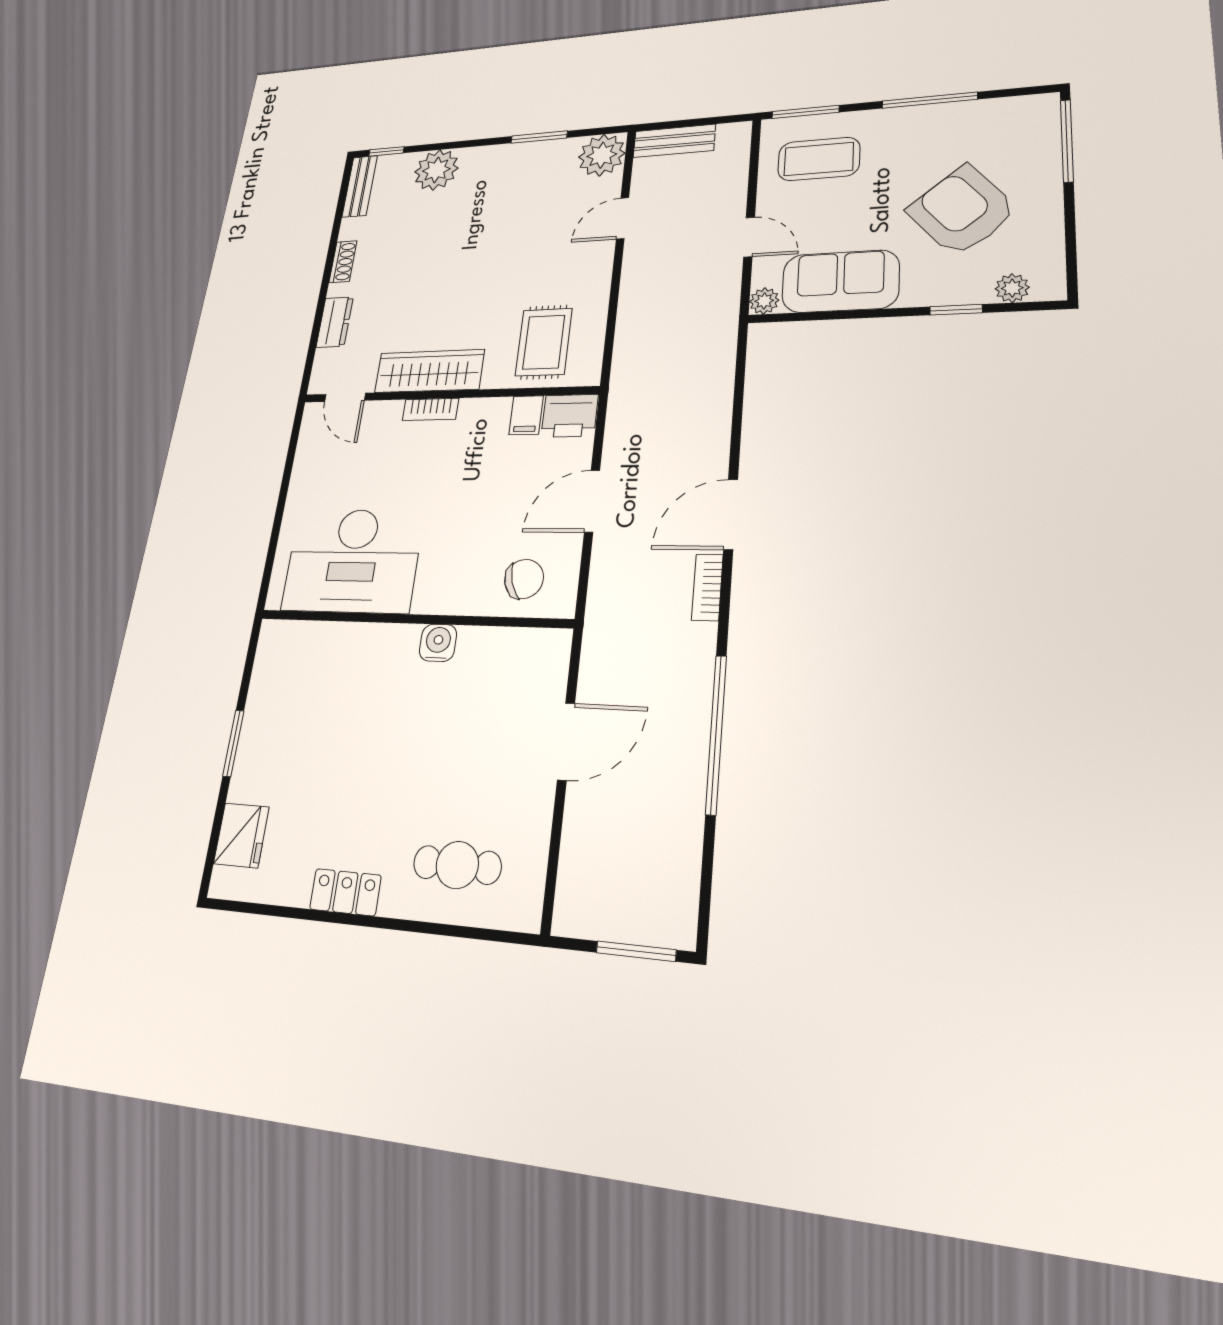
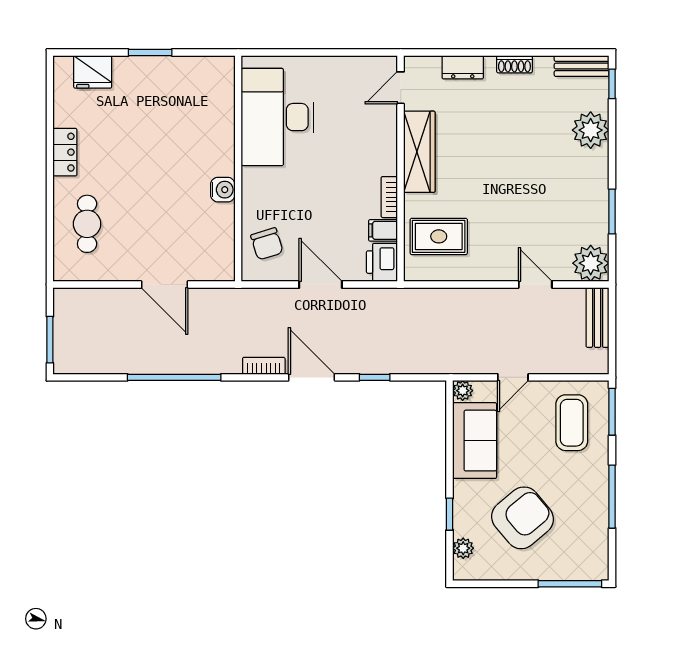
bookcase: (430, 409) -> (389, 197), moved
window: (737, 422) -> (375, 377), added

